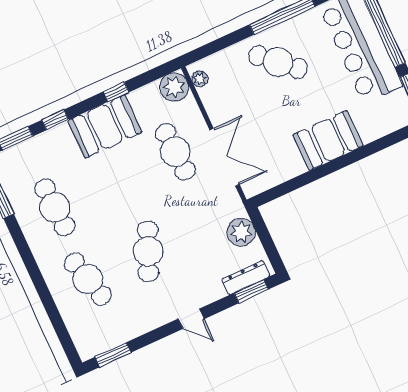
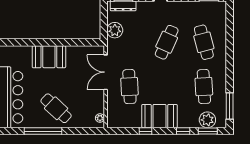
plant: (174, 87) -> (207, 120), moved

